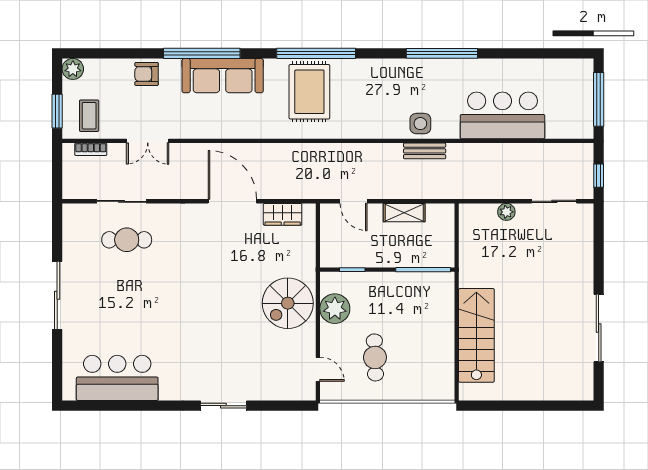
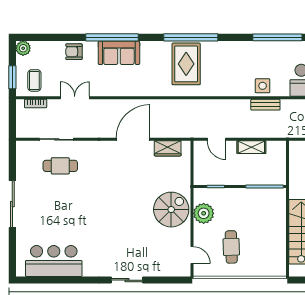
sofa: (223, 76) -> (119, 53), width x0.73
double door: (148, 141) -> (75, 98), swing flipped
door: (232, 201) -> (133, 139), hinge flipped
spiral stairs: (288, 303) -> (171, 210), turned 180

